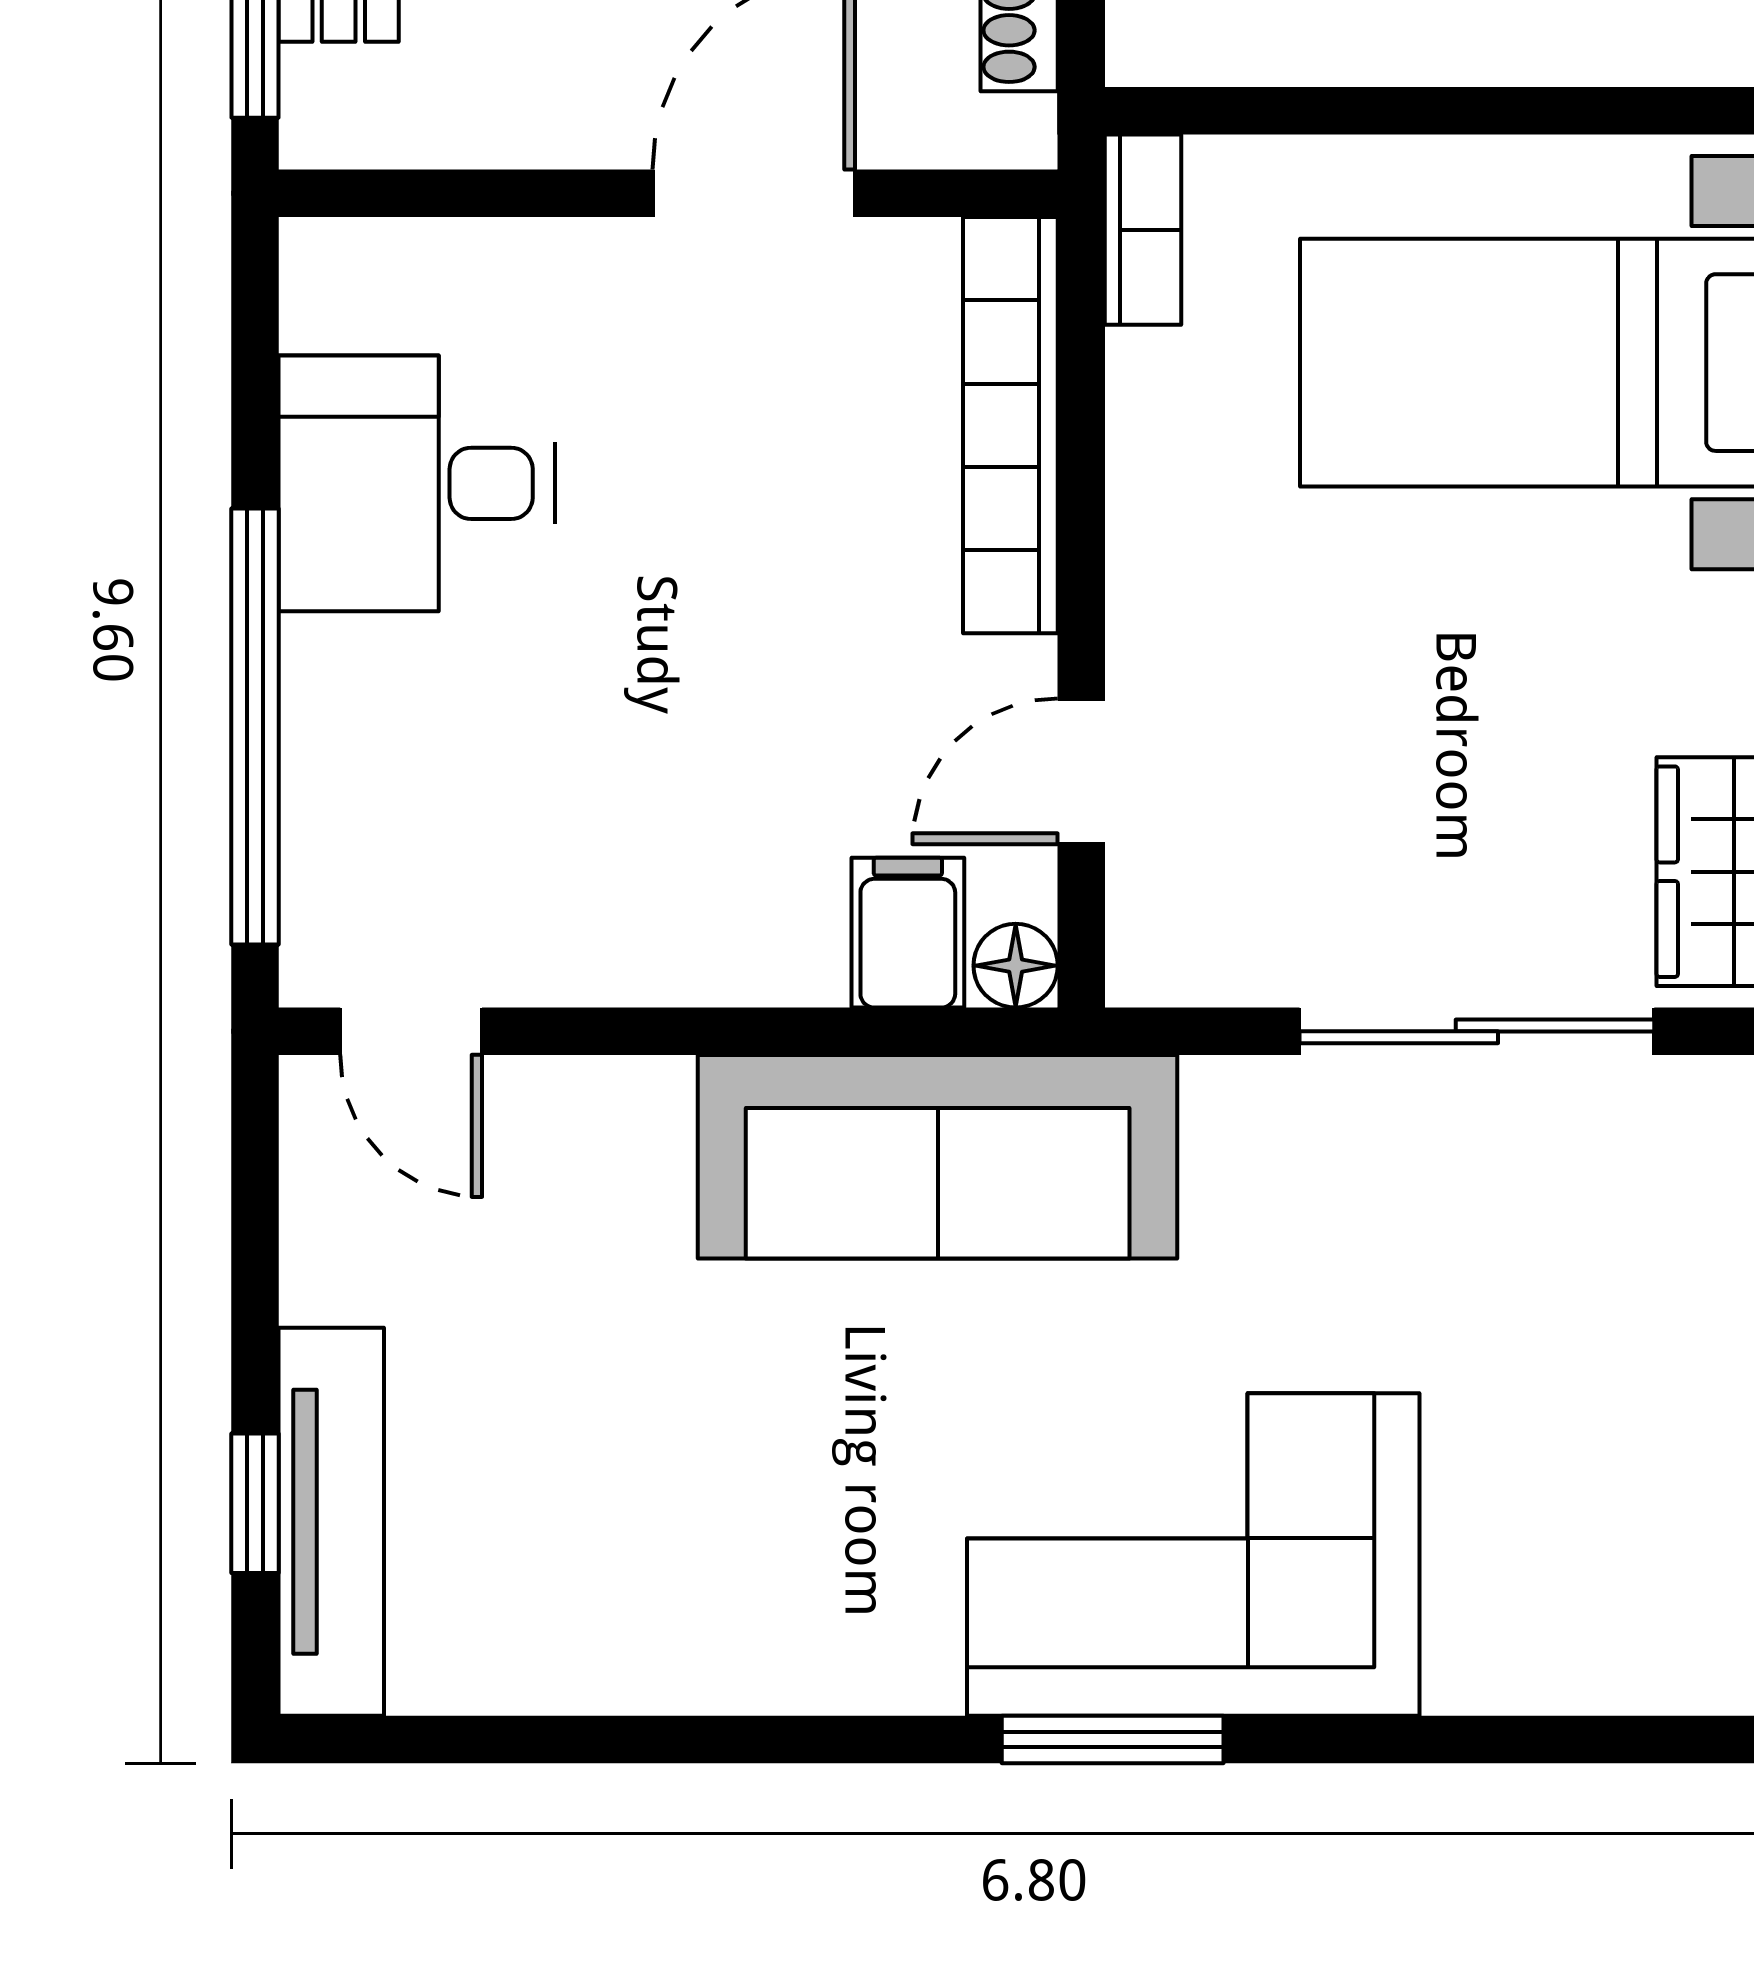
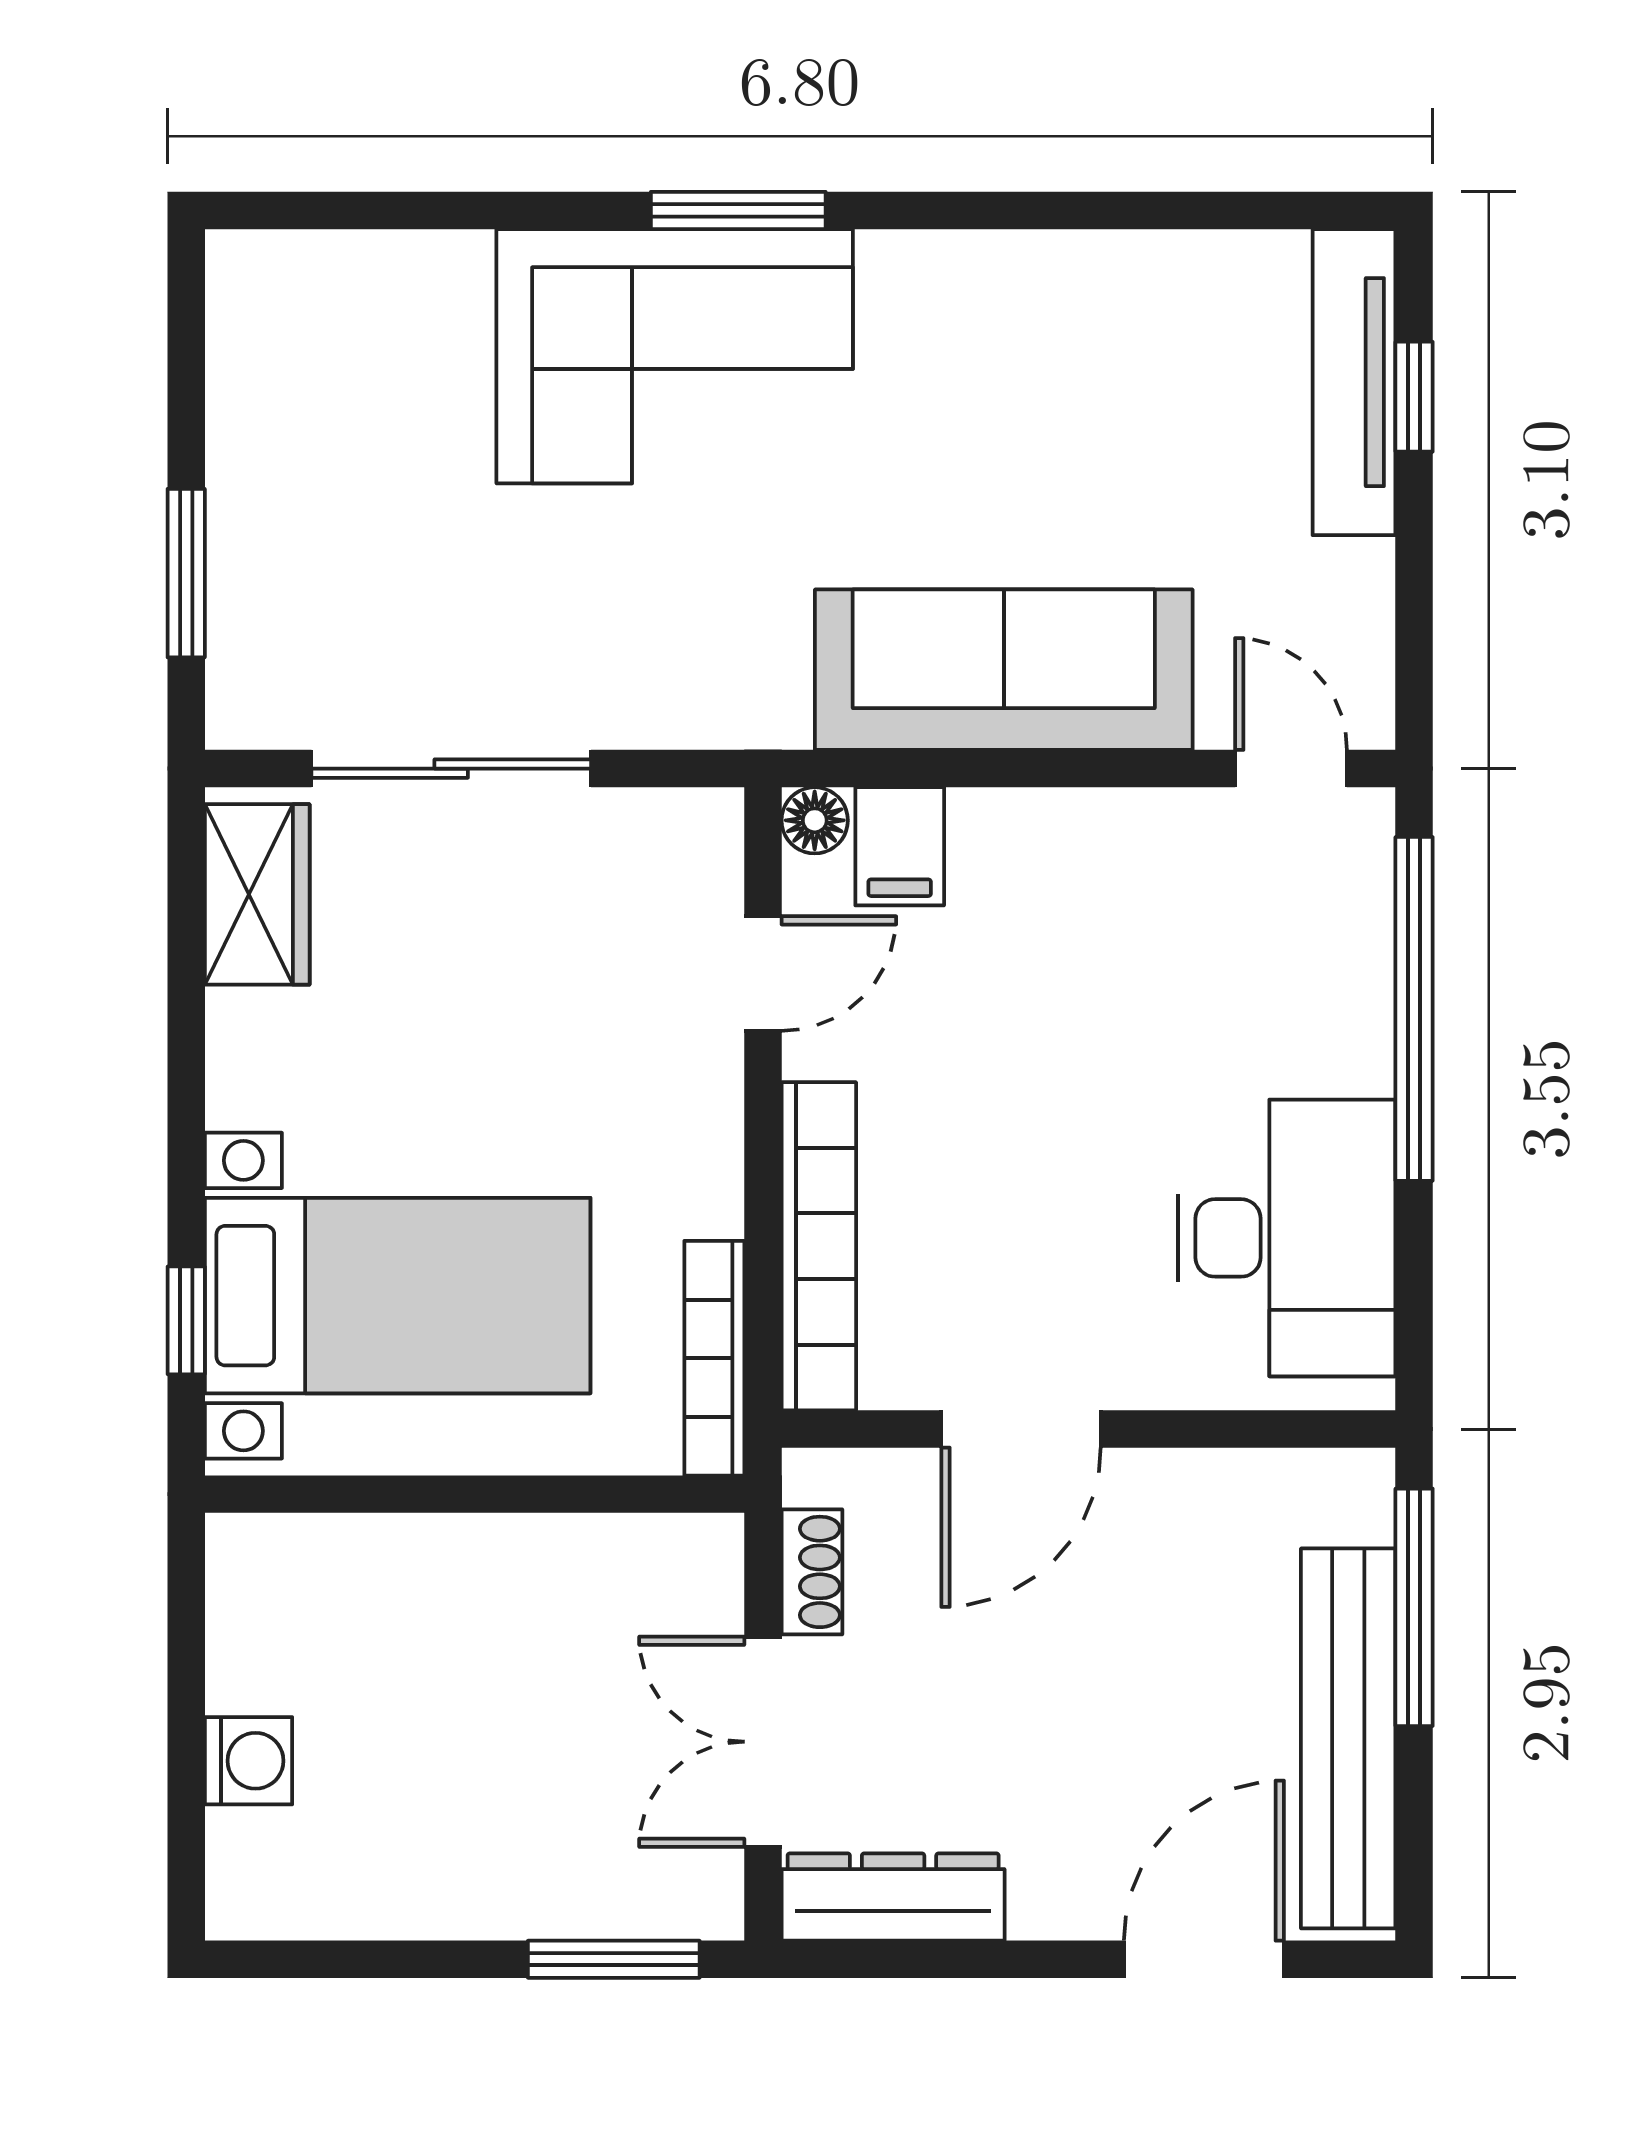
bookcase: (1143, 230) -> (714, 1358), width x1.56
desk: (417, 483) -> (1287, 1238), width x1.37
sofa: (938, 1157) -> (1004, 670), moved

